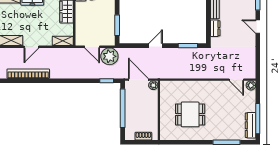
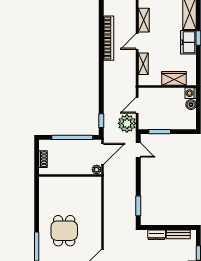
shelving: (63, 41) -> (143, 64), moved
door: (156, 46) -> (138, 150), moved
door: (31, 47) -> (137, 41), hinge flipped
dining table: (190, 114) -> (64, 231), moved

